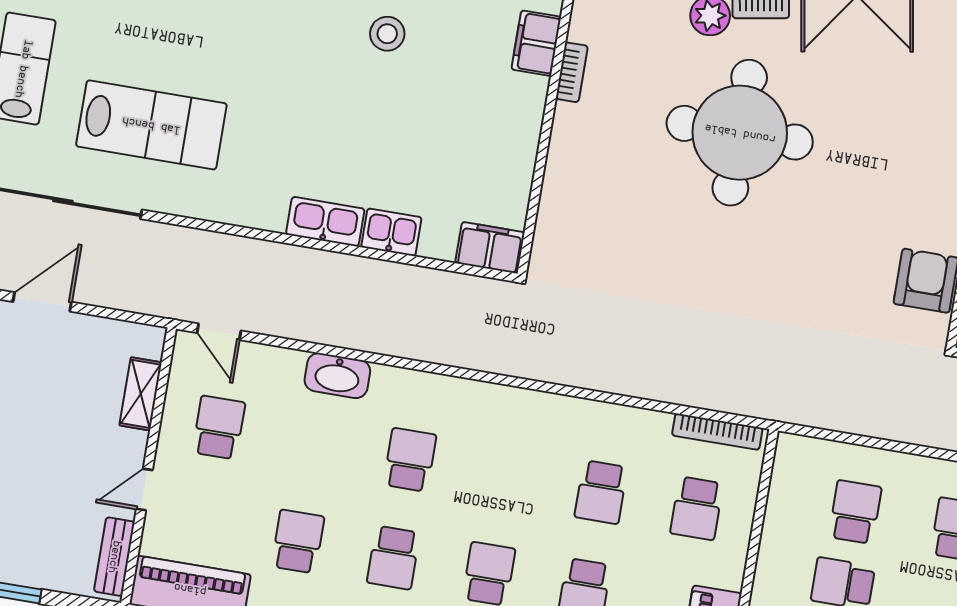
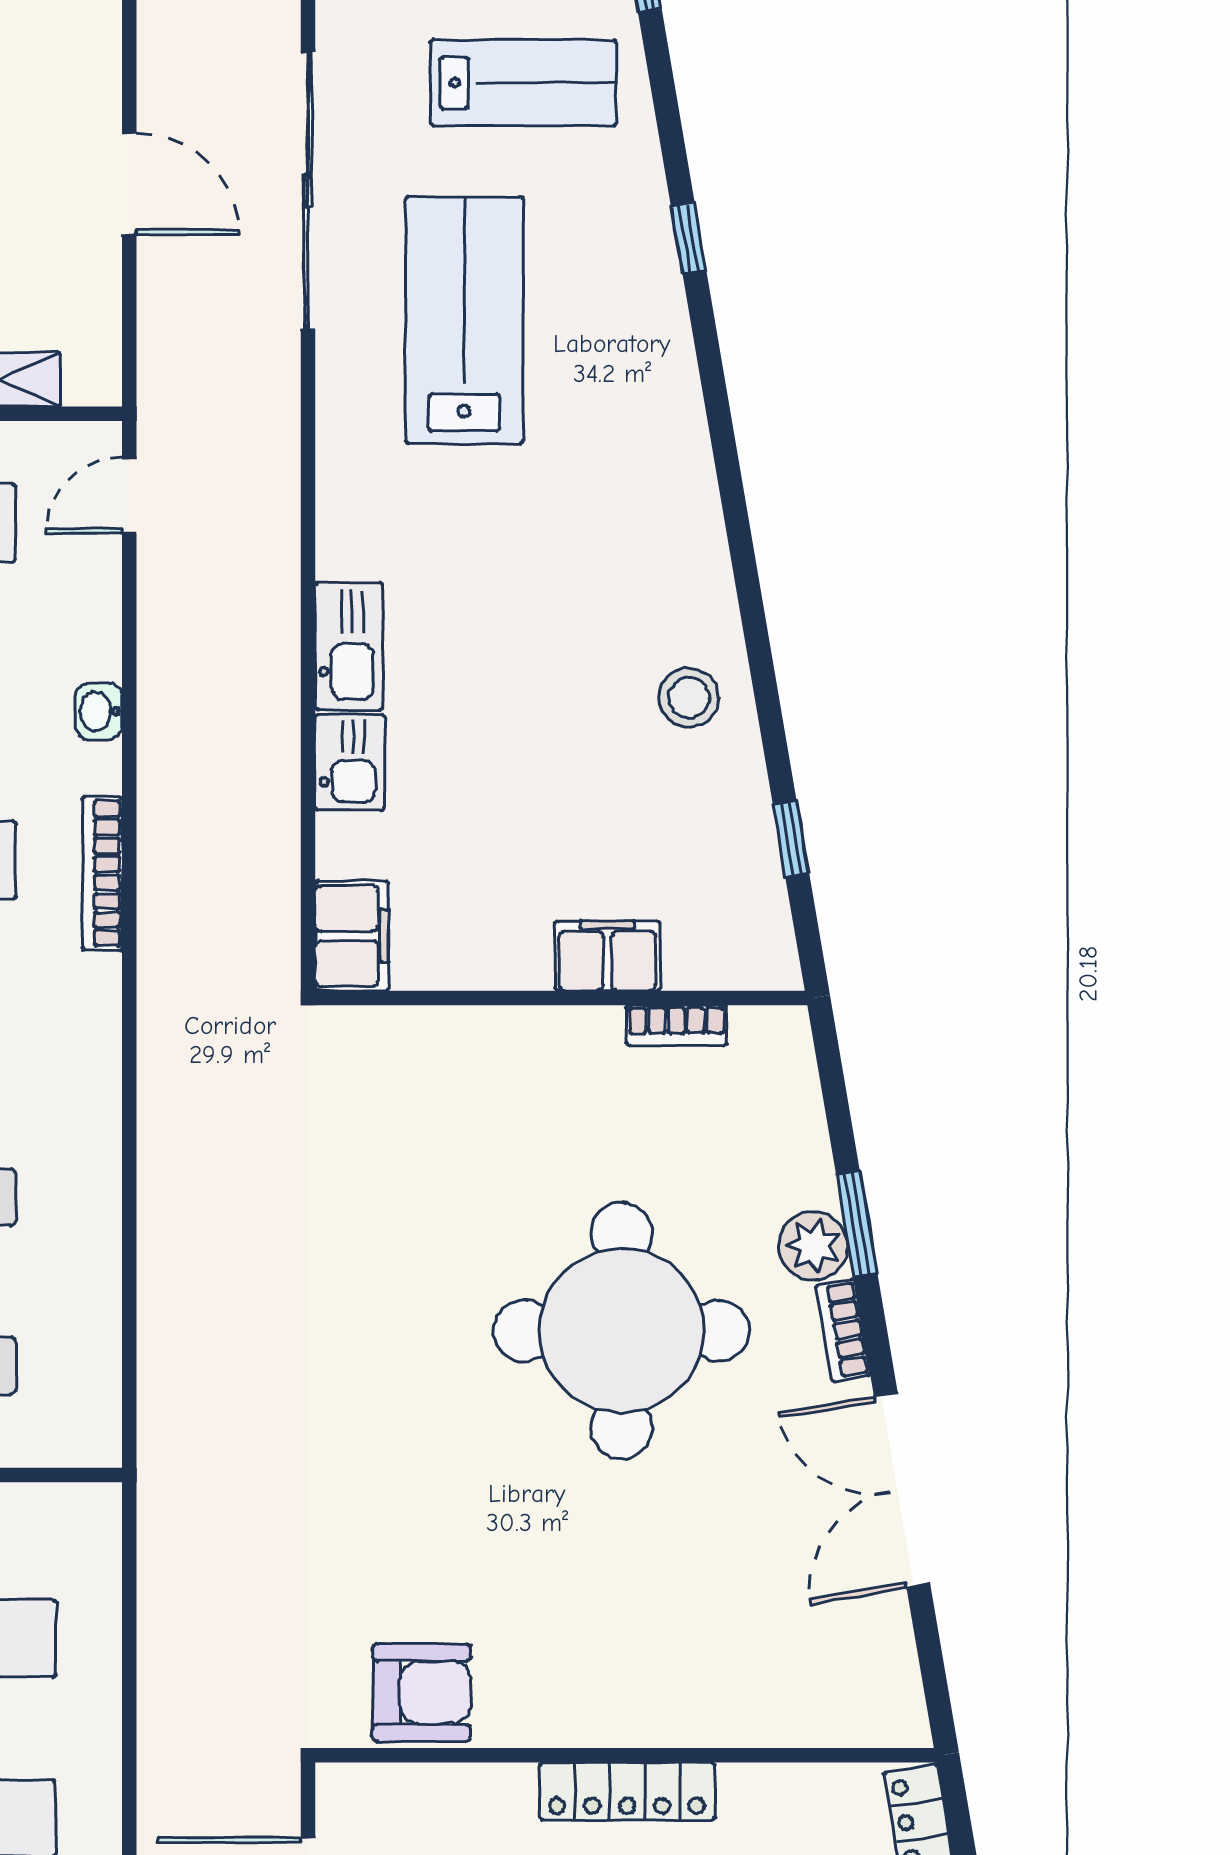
filing cabinet: (536, 43) -> (607, 956), moved
lab bench: (151, 125) -> (464, 320), turned 180
washbasin: (337, 376) -> (99, 711), width x0.52, depth x0.69
bookcase: (717, 432) -> (102, 873), moved

